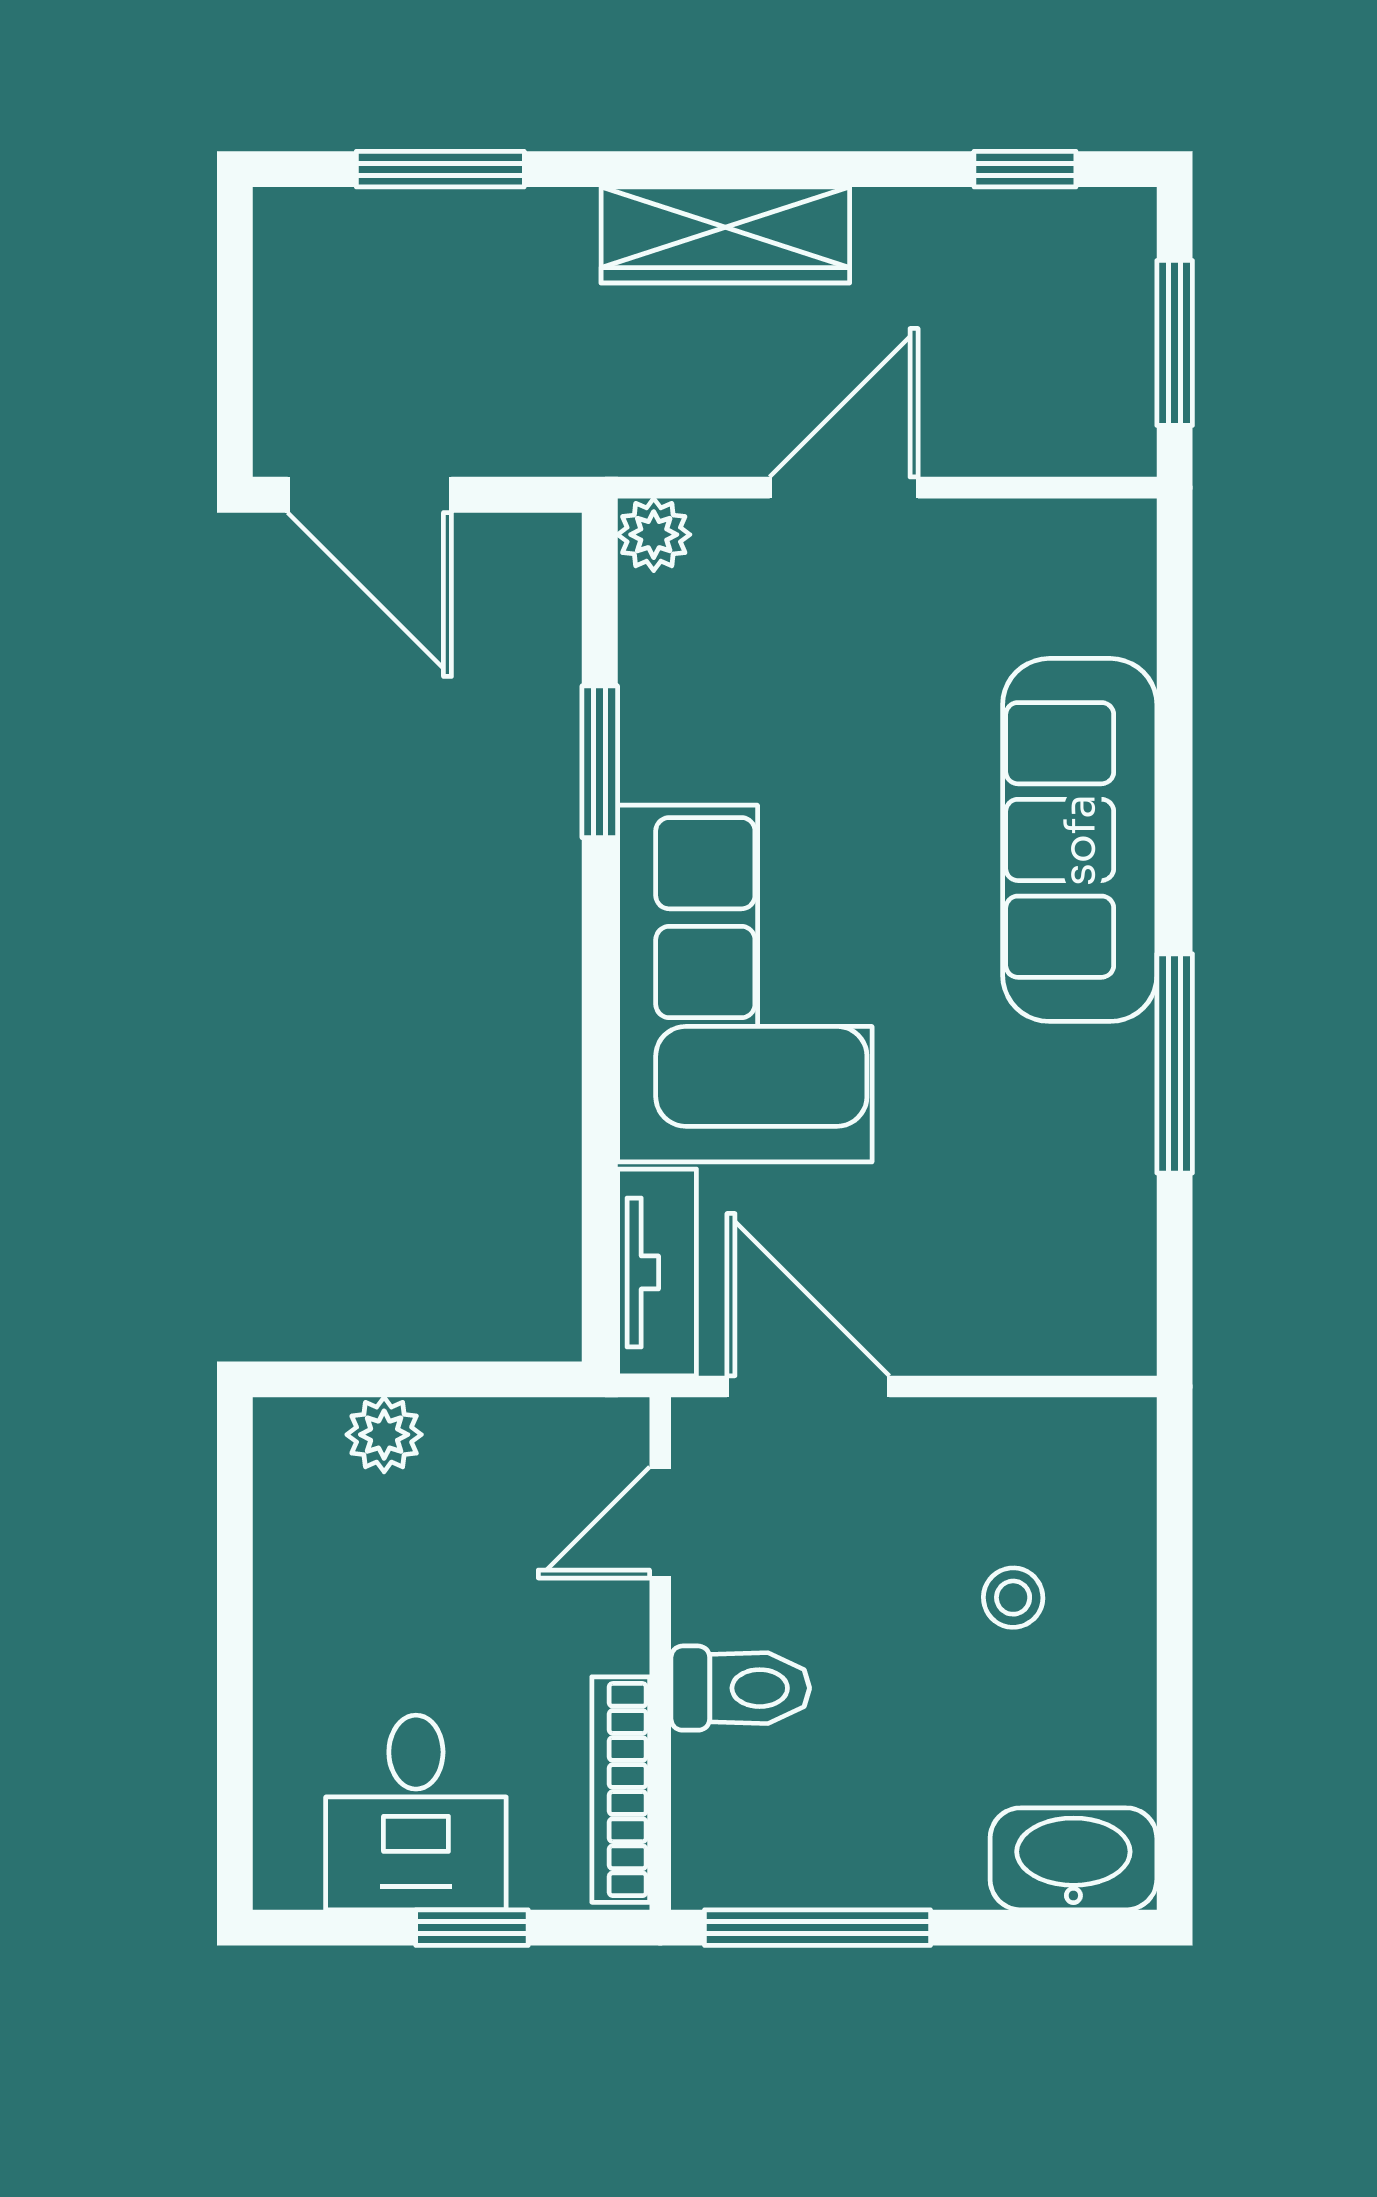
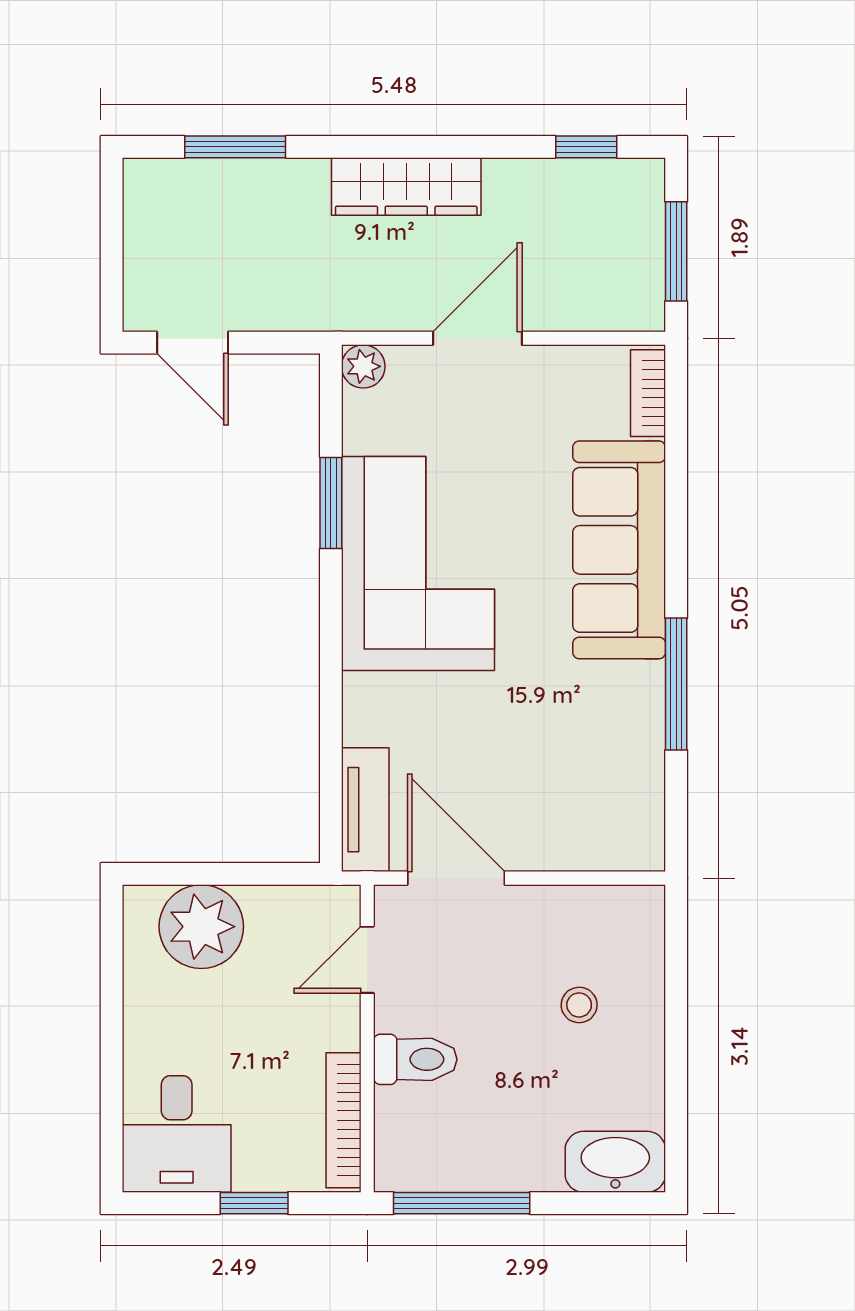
door: (370, 495) -> (193, 343), width x0.73
bookcase: (1128, 579) -> (648, 393), added
corner sofa: (745, 984) -> (418, 563), moved
plant: (384, 1435) -> (201, 927), width x1.88, depth x1.88
desk: (416, 1812) -> (177, 1134), moved

